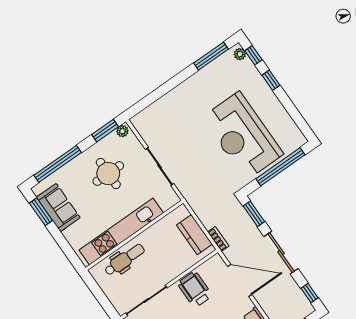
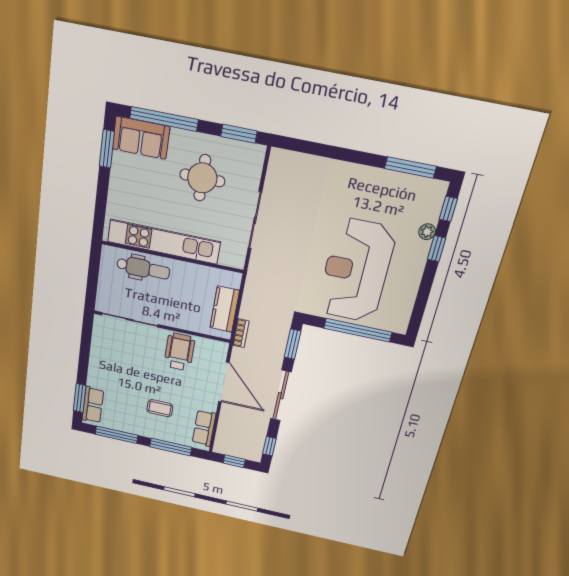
plant: (240, 54) -> (427, 232), moved
plant: (122, 131) -> (255, 152), removed
sofa: (58, 207) -> (141, 138), moved, turned 90

